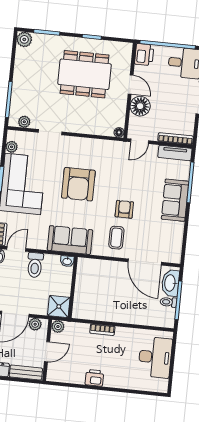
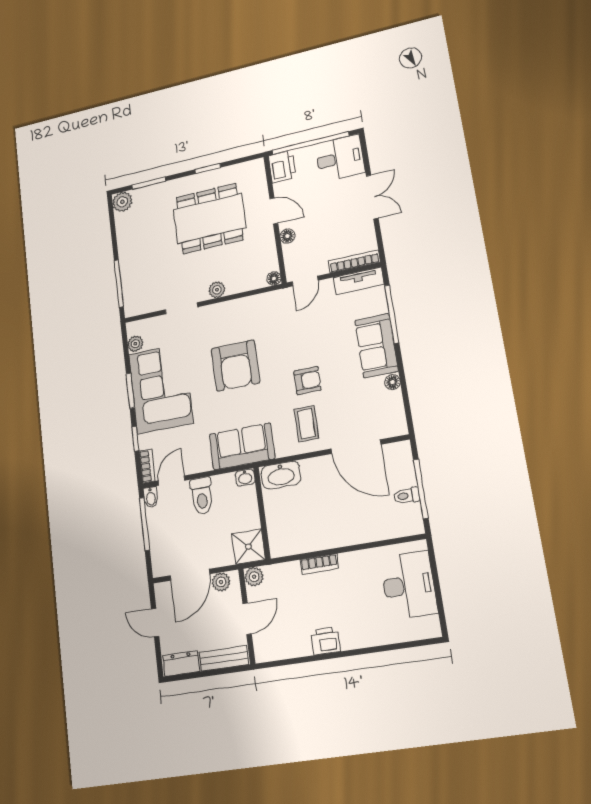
floor lamp: (140, 106) -> (287, 236), width x0.53, depth x0.53
plant: (24, 122) -> (217, 290), moved
armchair: (124, 209) -> (307, 381), turned 90
floor lamp: (179, 227) -> (392, 382), added
washbasin: (170, 283) -> (281, 475), moved, turned -90

